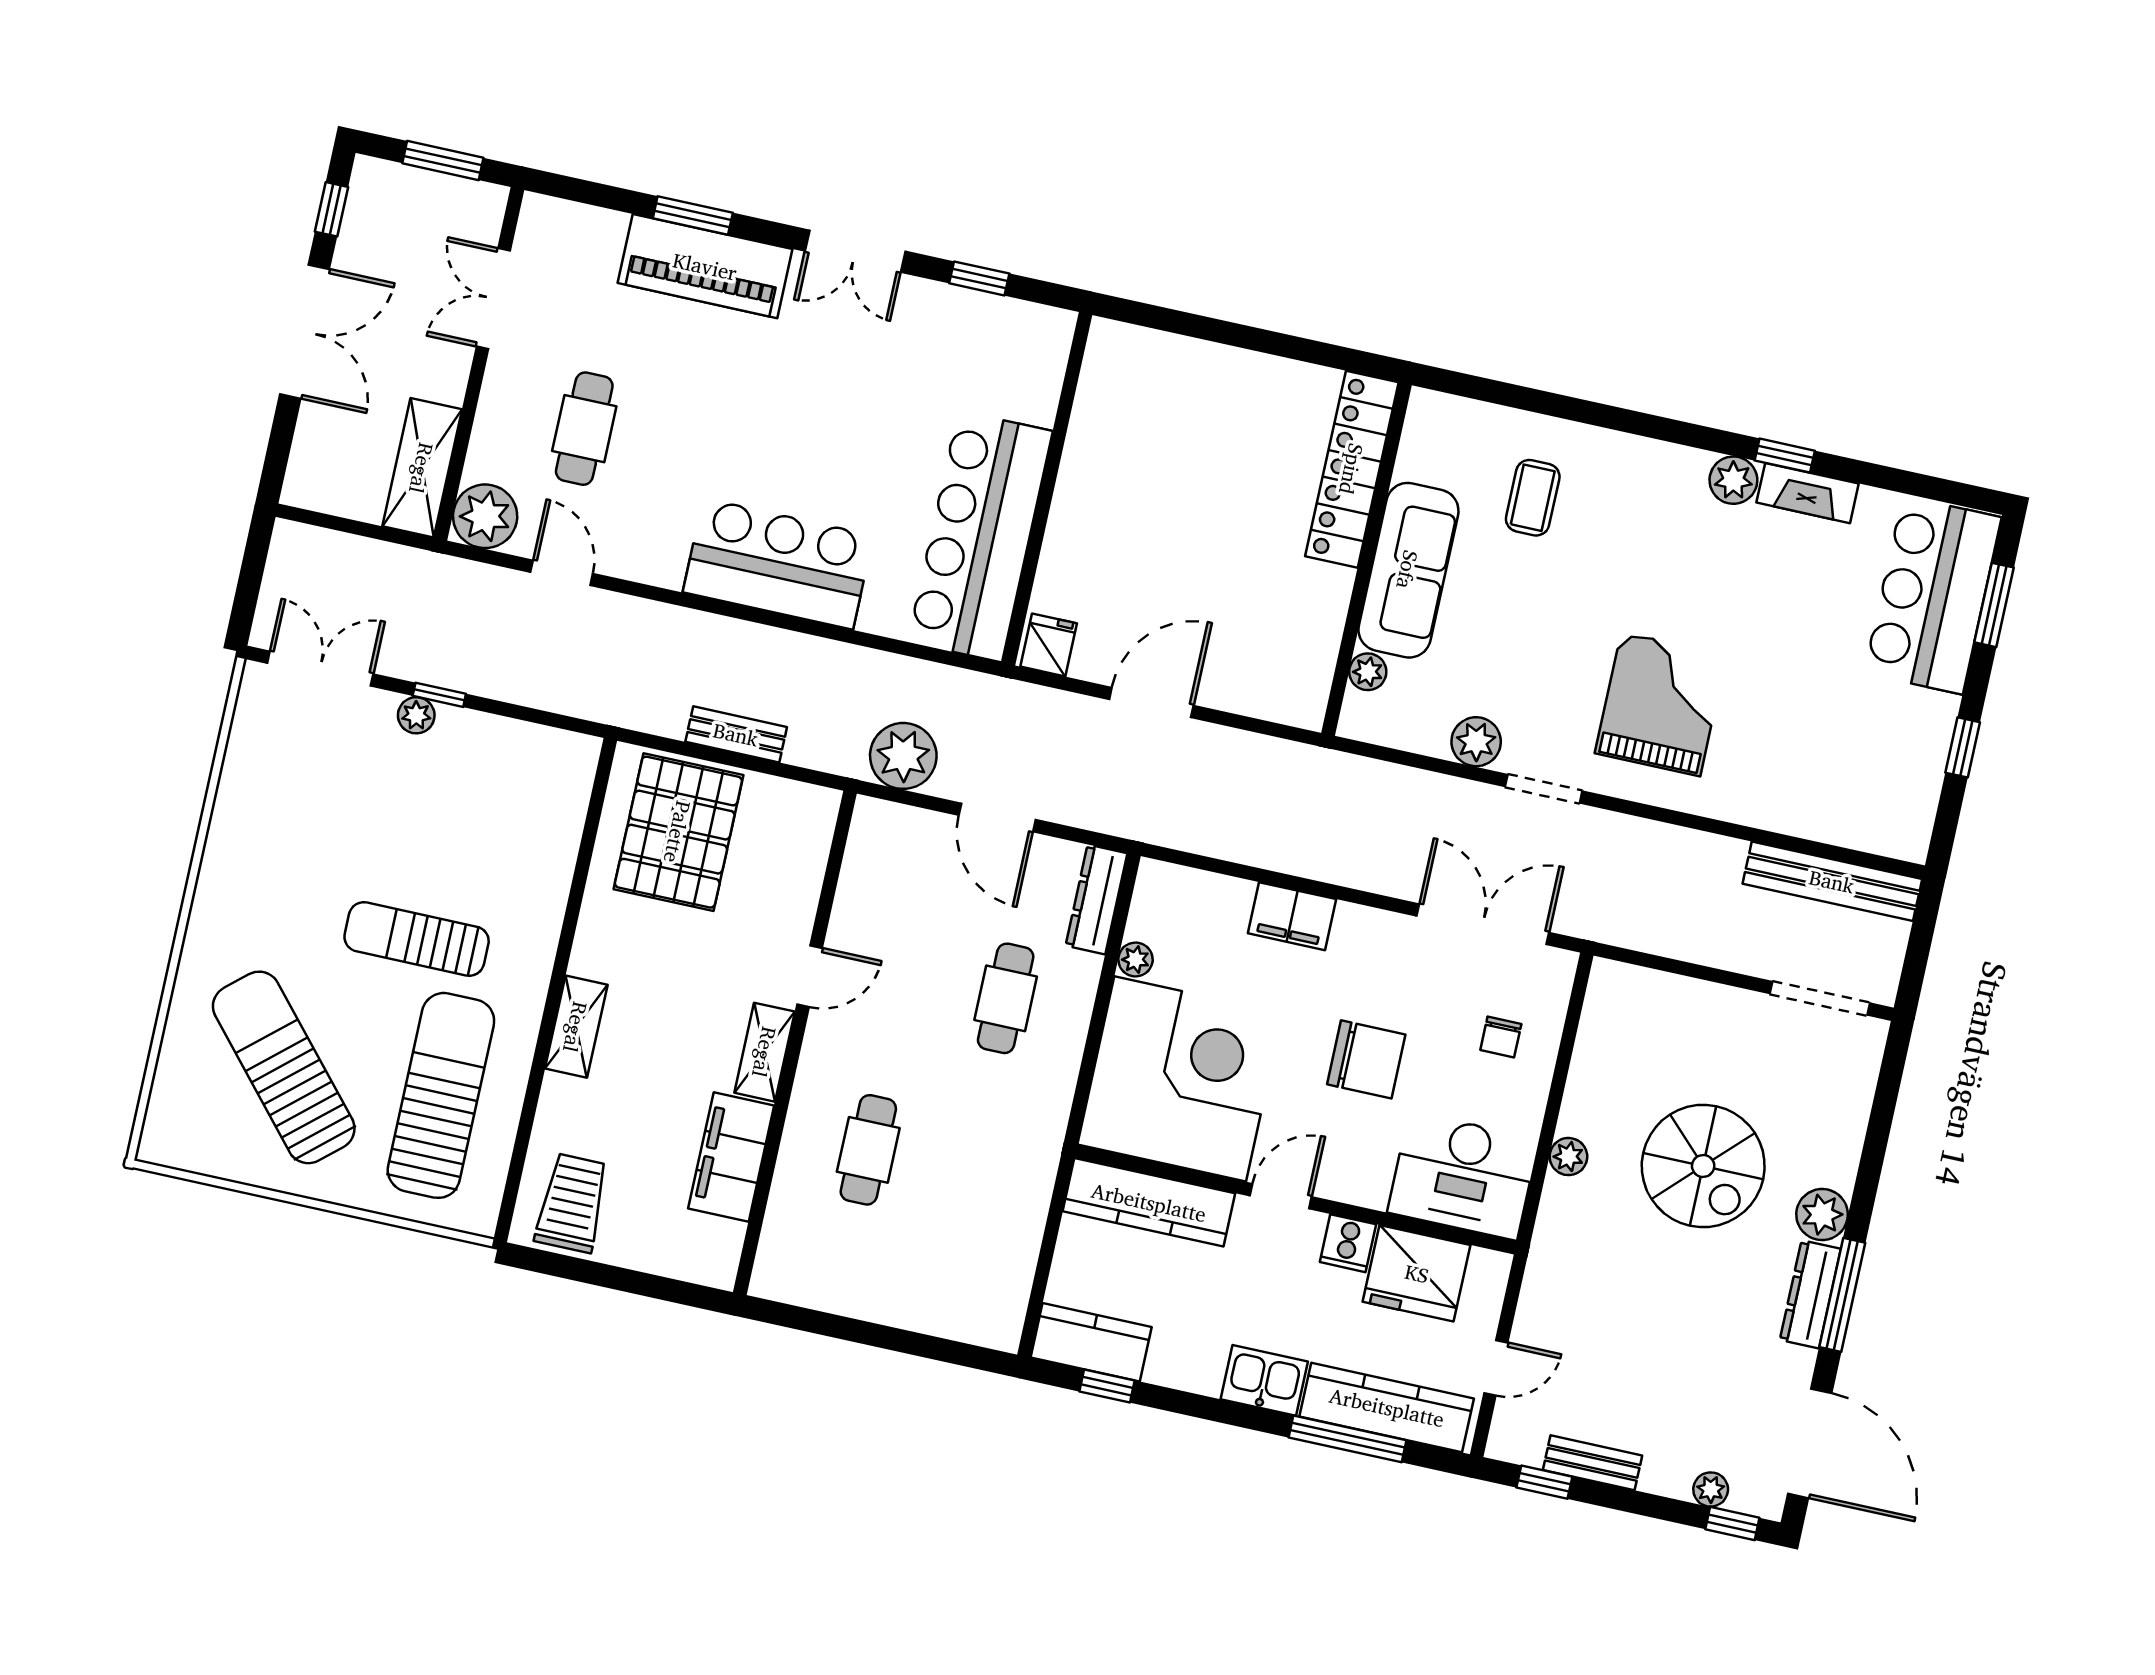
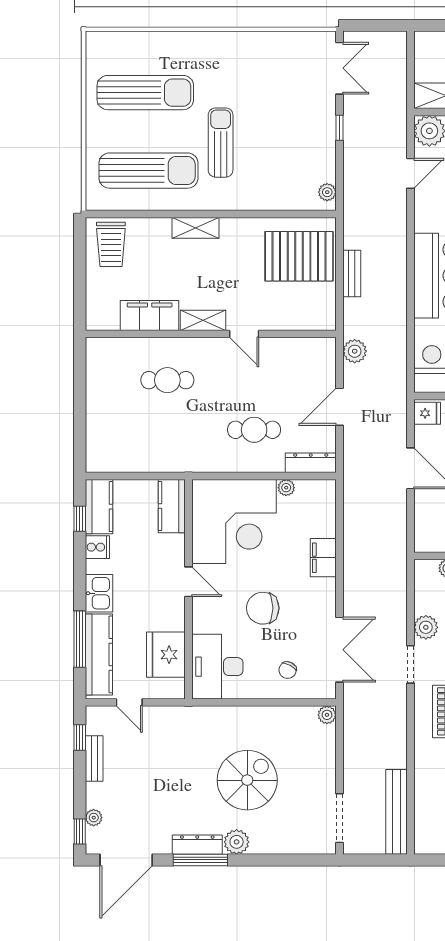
plant: (416, 715) -> (327, 192), moved
plant: (903, 756) -> (355, 351), width x0.73, depth x0.73
chair: (1501, 1037) -> (288, 670), turned -63
chair: (1366, 1059) -> (263, 608), turned 90
sun lounger: (284, 1067) -> (145, 93), turned 41
plant: (1568, 1157) -> (327, 715), moved
spiral stairs: (1703, 1166) -> (247, 780), turned 180
kitchen counter: (1149, 1202) -> (172, 506), width x0.67
trolley: (572, 1203) -> (111, 244), turned 90
cooker: (1348, 1243) -> (97, 547), moved, turned 180

